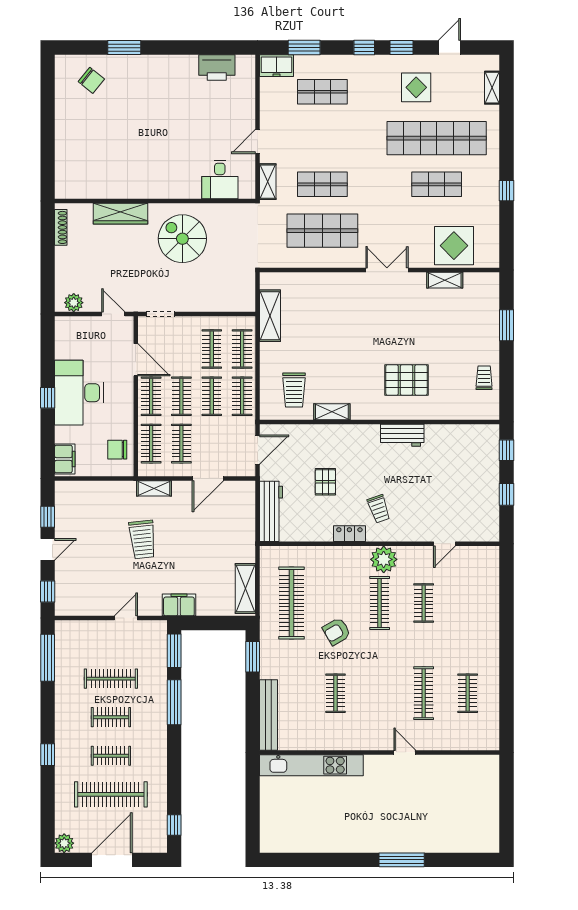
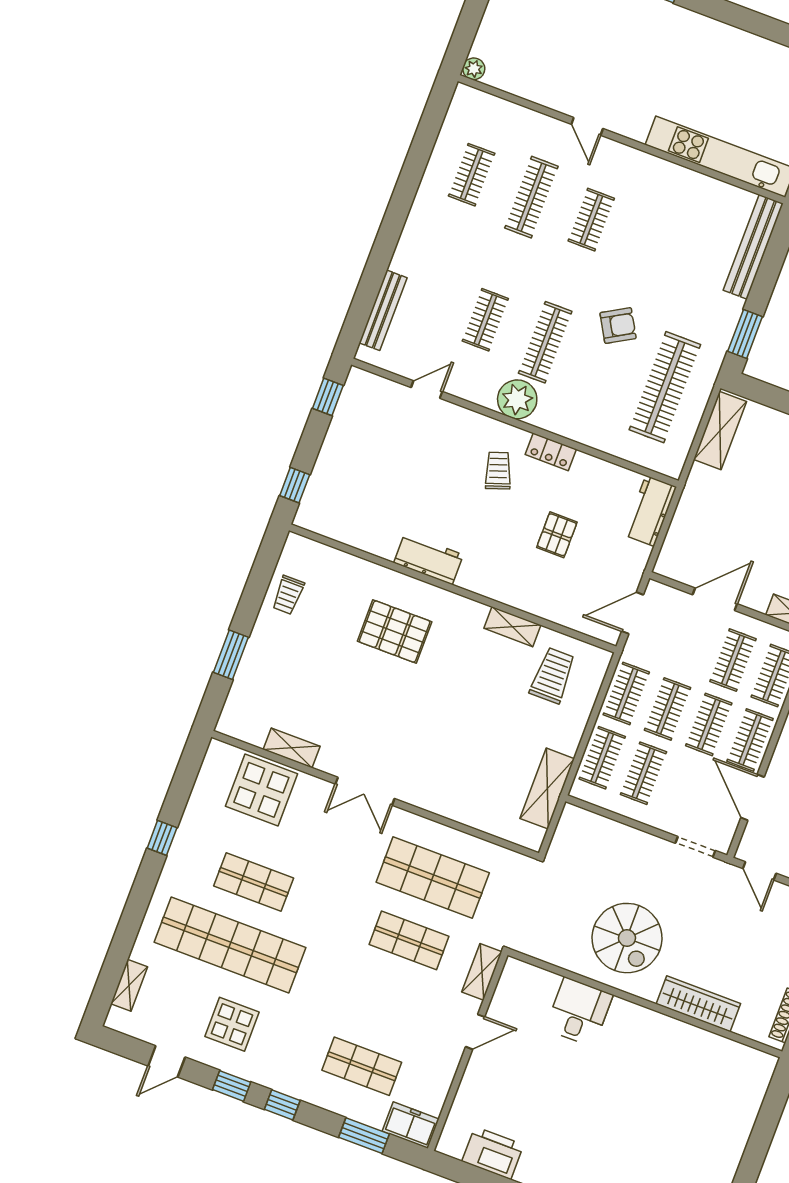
desk: (220, 179) -> (579, 1012), moved
window: (506, 494) -> (328, 397), moved
workbench: (271, 511) -> (650, 511), width x0.73
bench: (492, 584) -> (383, 310), added
clothes rail: (336, 693) -> (591, 220), moved
plant: (492, 762) -> (474, 69), added

